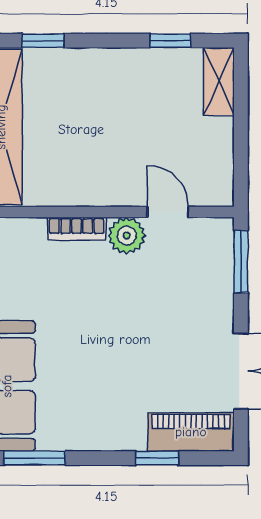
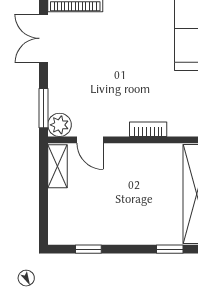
shelving: (219, 81) -> (58, 166), moved
plant: (127, 235) -> (60, 125), moved

